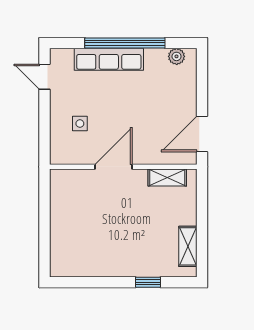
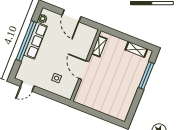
row of seats: (109, 59) -> (35, 41), moved
door: (202, 134) -> (72, 16), moved
window: (148, 282) -> (146, 76), width x2.17

